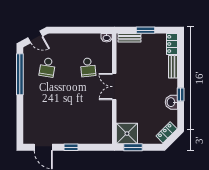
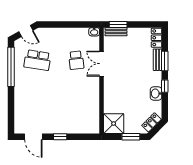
window: (145, 30) -> (118, 24), moved
school desk: (47, 67) -> (37, 60), width x1.85
window: (181, 68) -> (165, 61), added
double door: (114, 87) -> (101, 64), moved
window: (133, 147) -> (131, 137), moved

